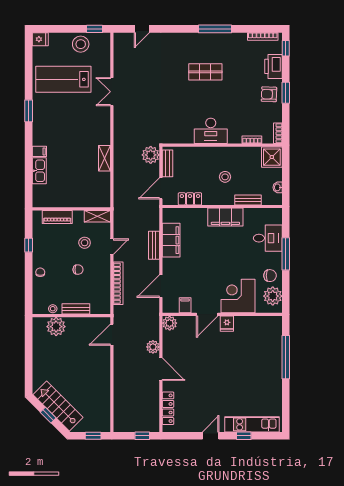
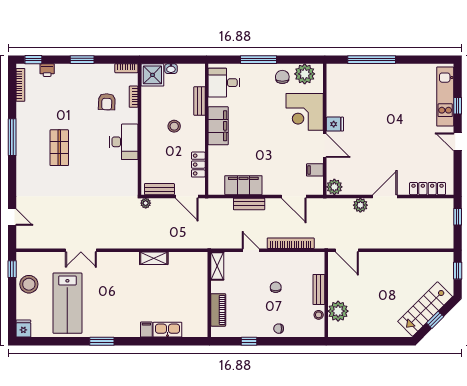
printer: (273, 66) -> (47, 70), width x0.53, depth x0.68
armchair: (269, 94) -> (107, 102), moved
plant: (151, 155) -> (146, 203), width x0.53, depth x0.53
washbasin: (278, 187) -> (171, 69), moved
desk: (268, 238) -> (224, 83), moved, turned -90
stool: (85, 243) -> (246, 280), removed

